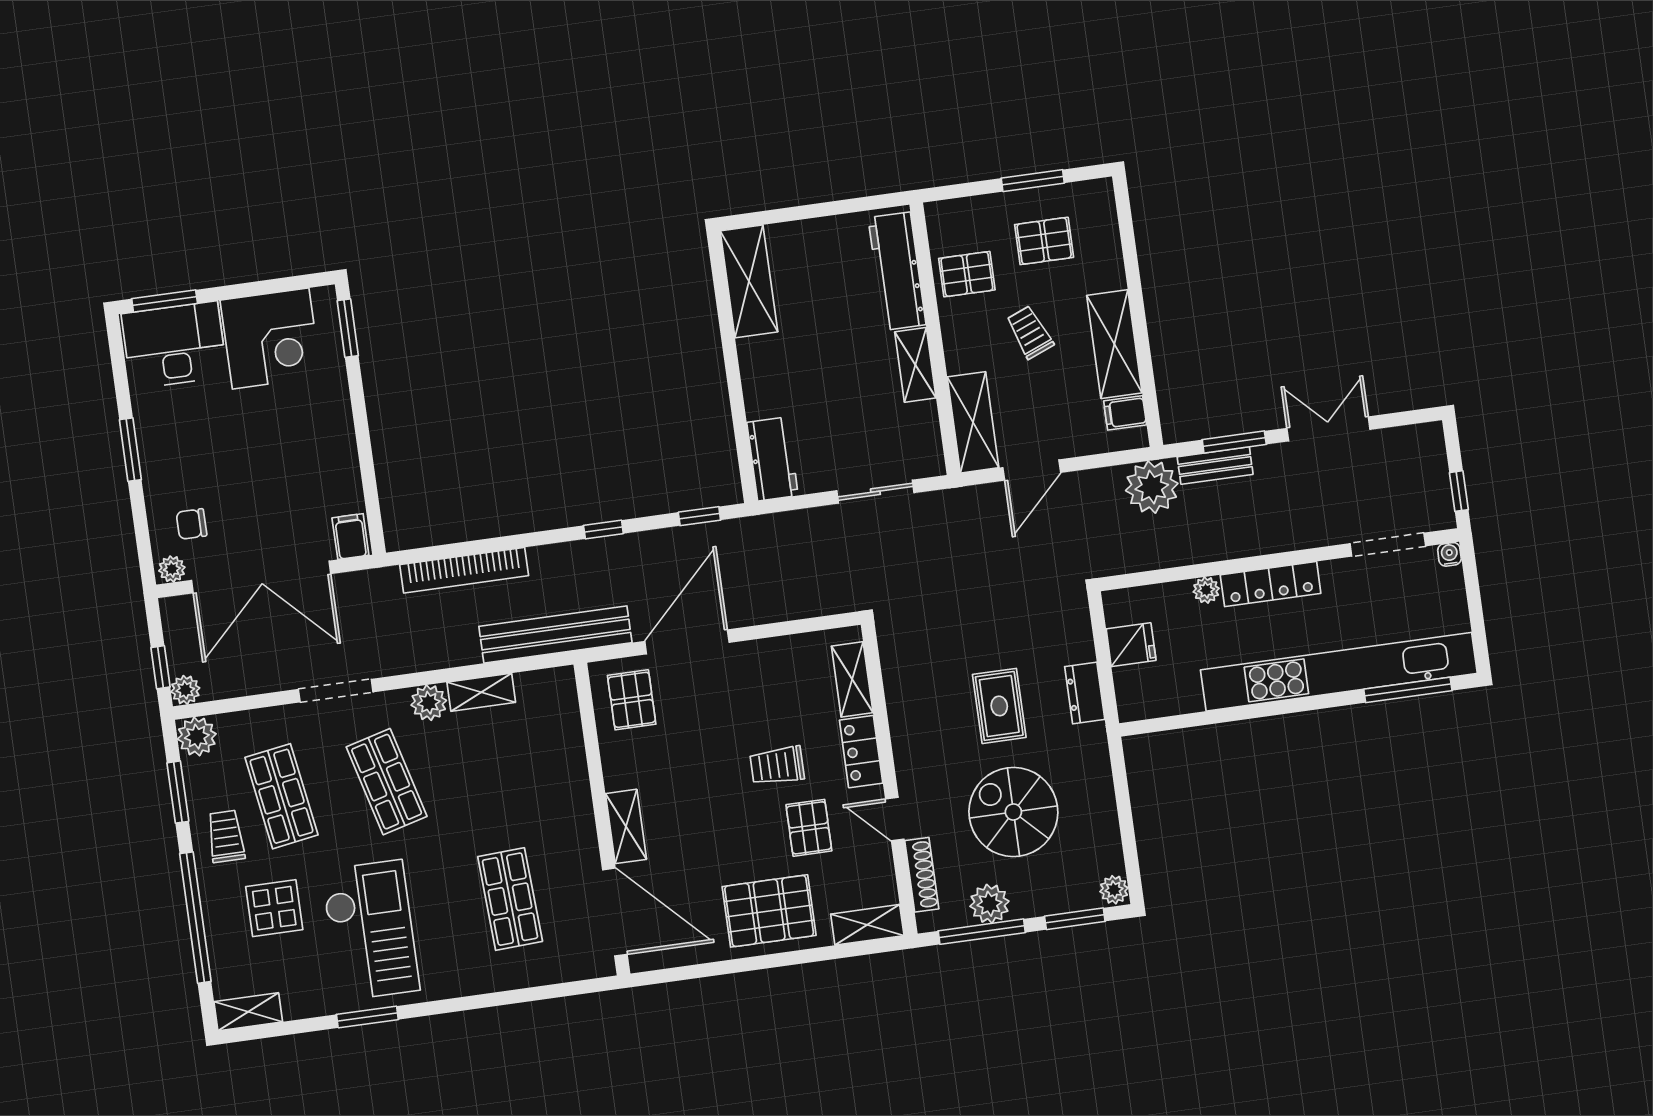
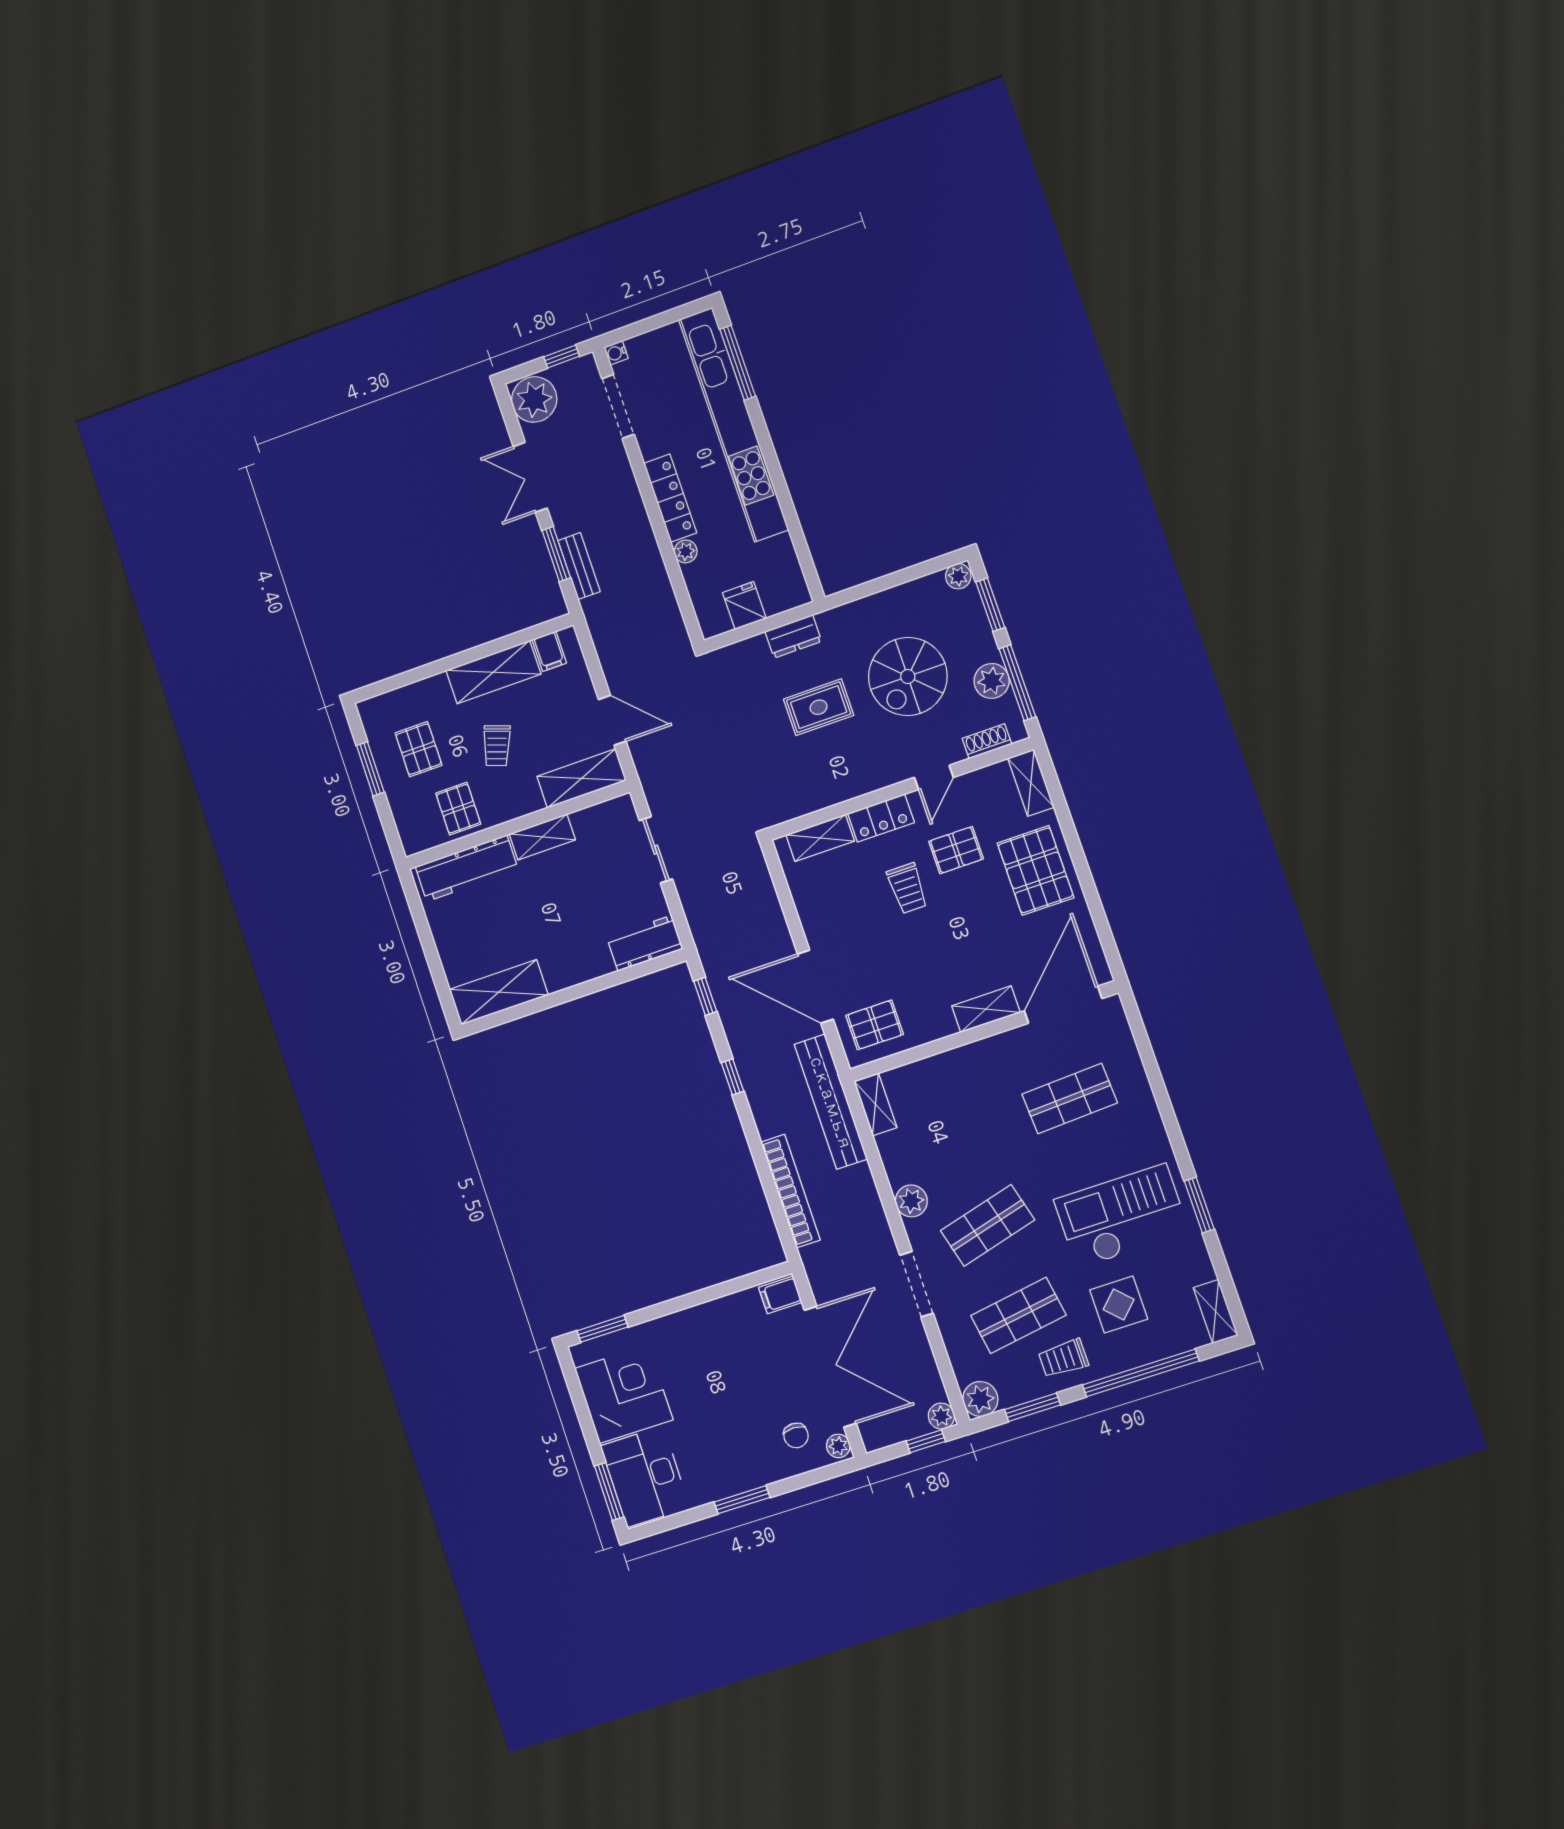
trolley: (1030, 332) -> (497, 746), turned -48
plant: (1152, 487) -> (534, 399), moved
shelving: (481, 692) -> (875, 1104), moved
shoe rack: (922, 875) -> (987, 741), width x0.70

